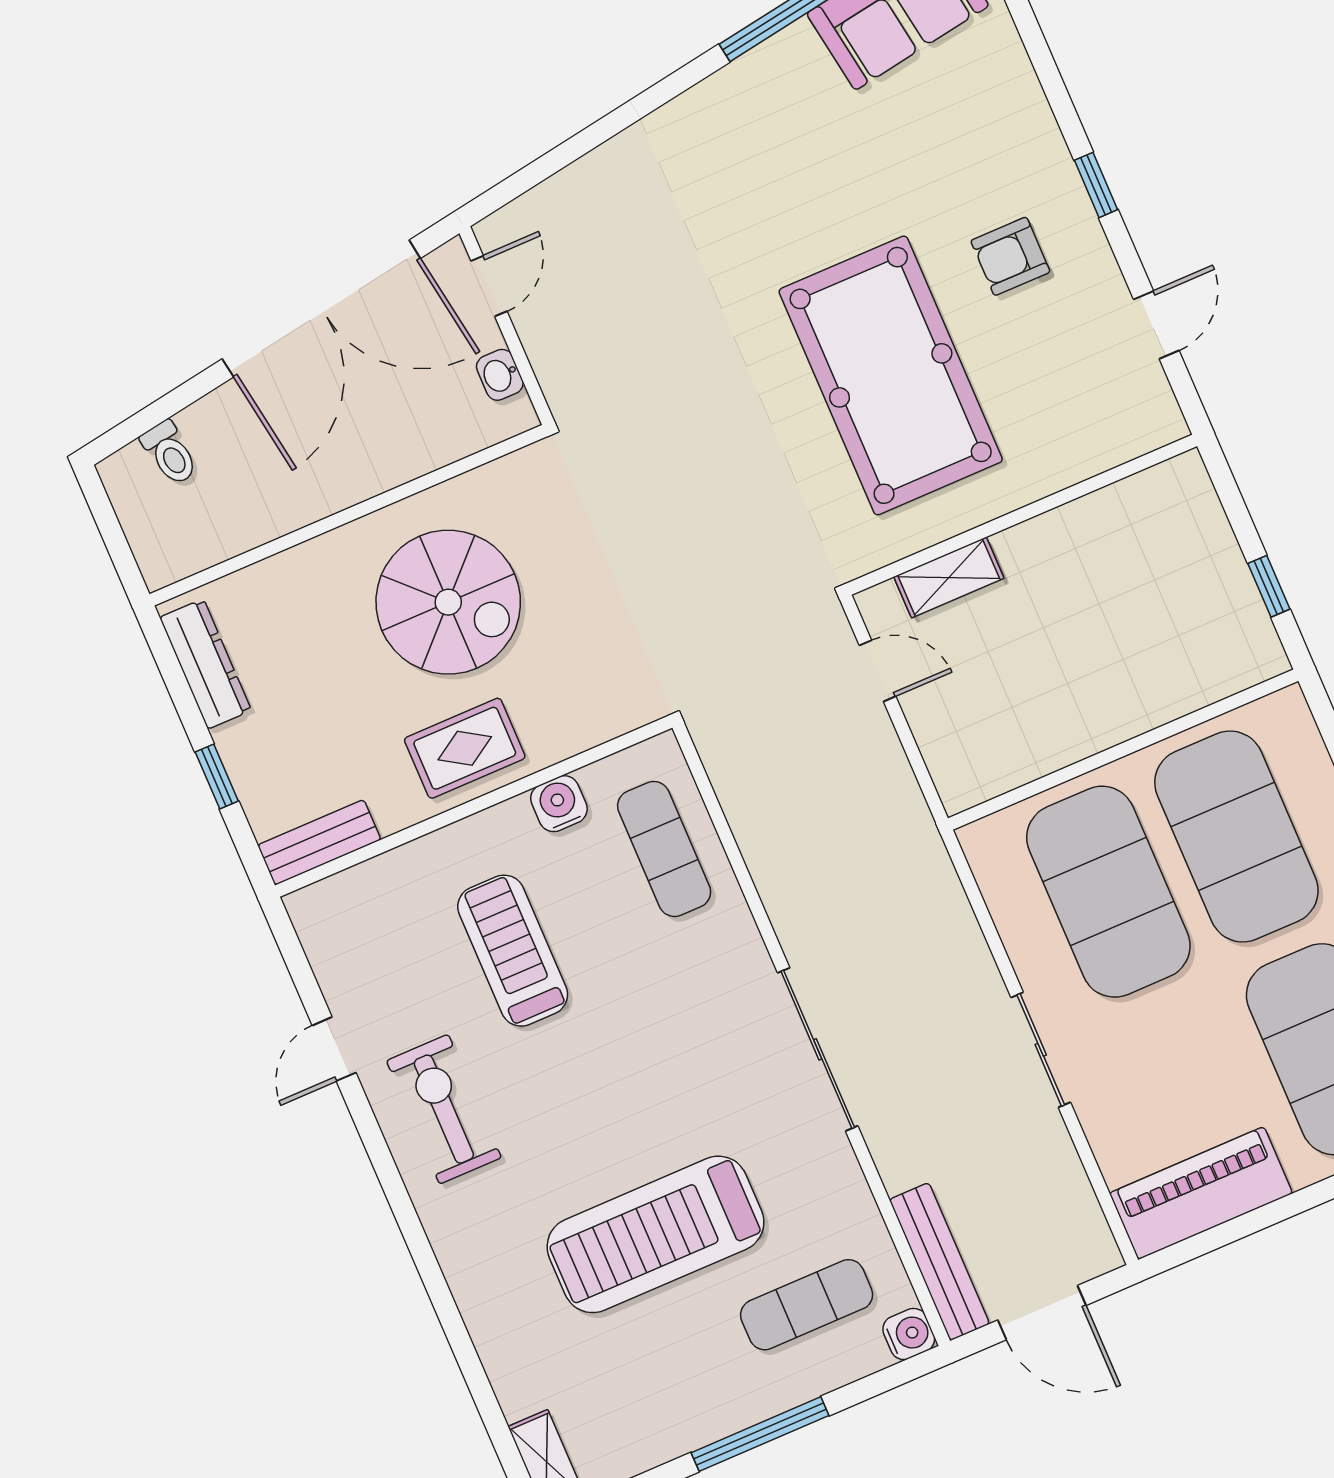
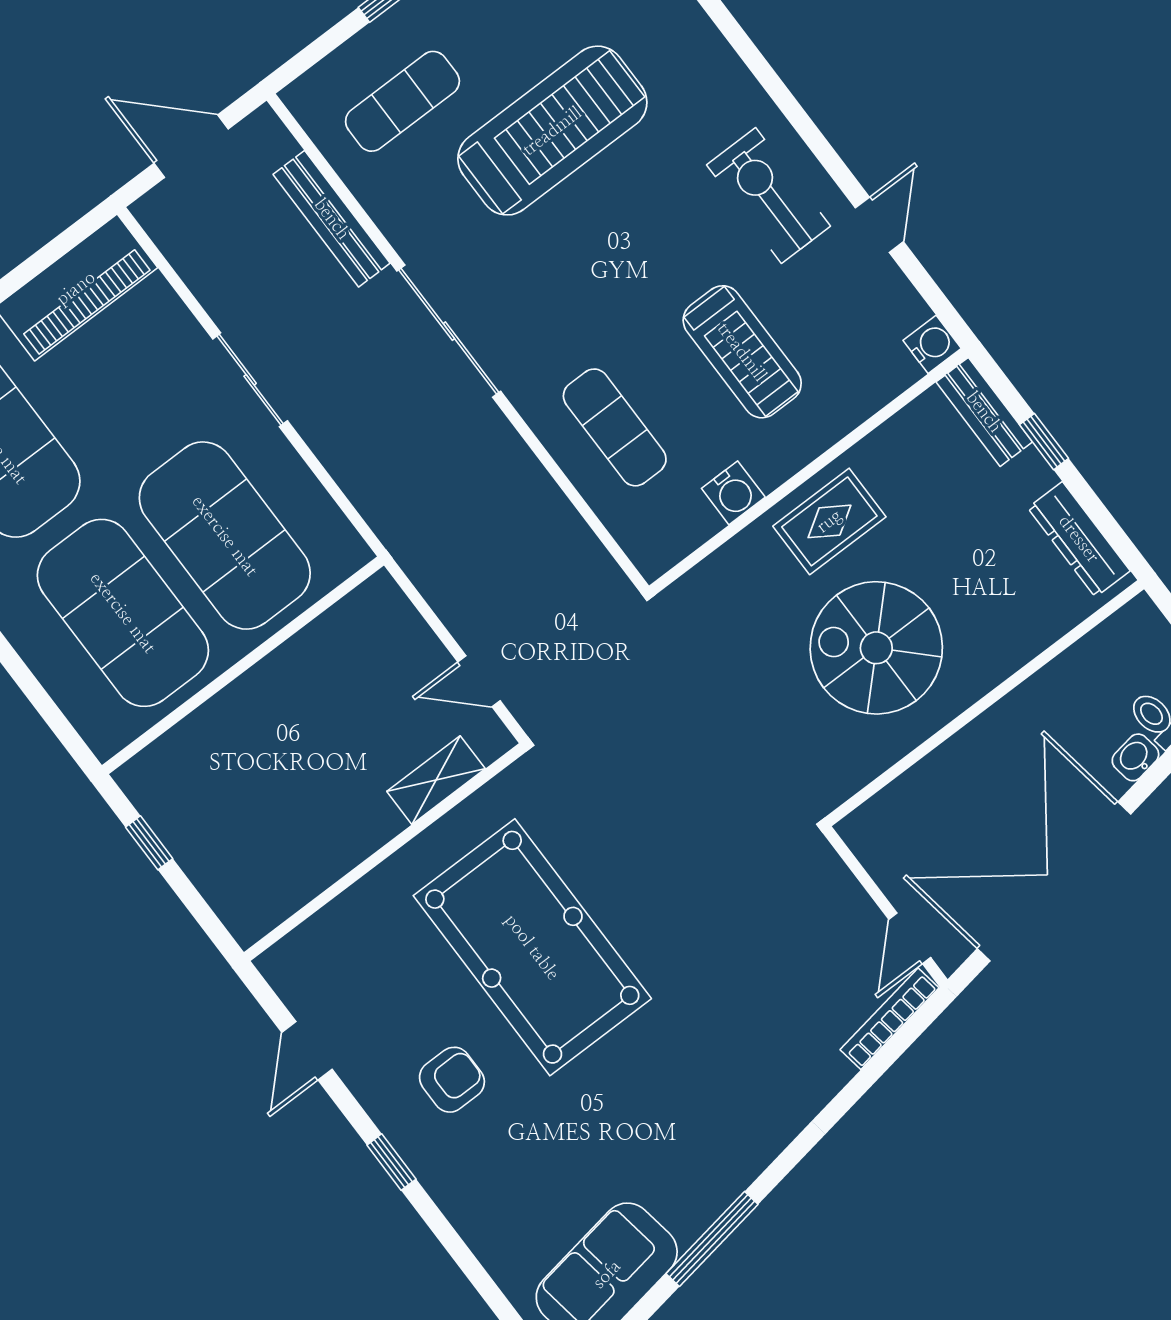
bookcase: (531, 206) -> (890, 1019), added
washbasin: (500, 375) -> (1135, 757), moved, turned -99
bench: (319, 842) -> (984, 412), moved, turned 90
exercise mat: (664, 849) -> (615, 427), moved
exercise bike: (444, 1109) -> (769, 196), turned 180
bench: (939, 1262) -> (332, 219), moved
water cooler: (909, 1334) -> (932, 344), moved, turned 180

